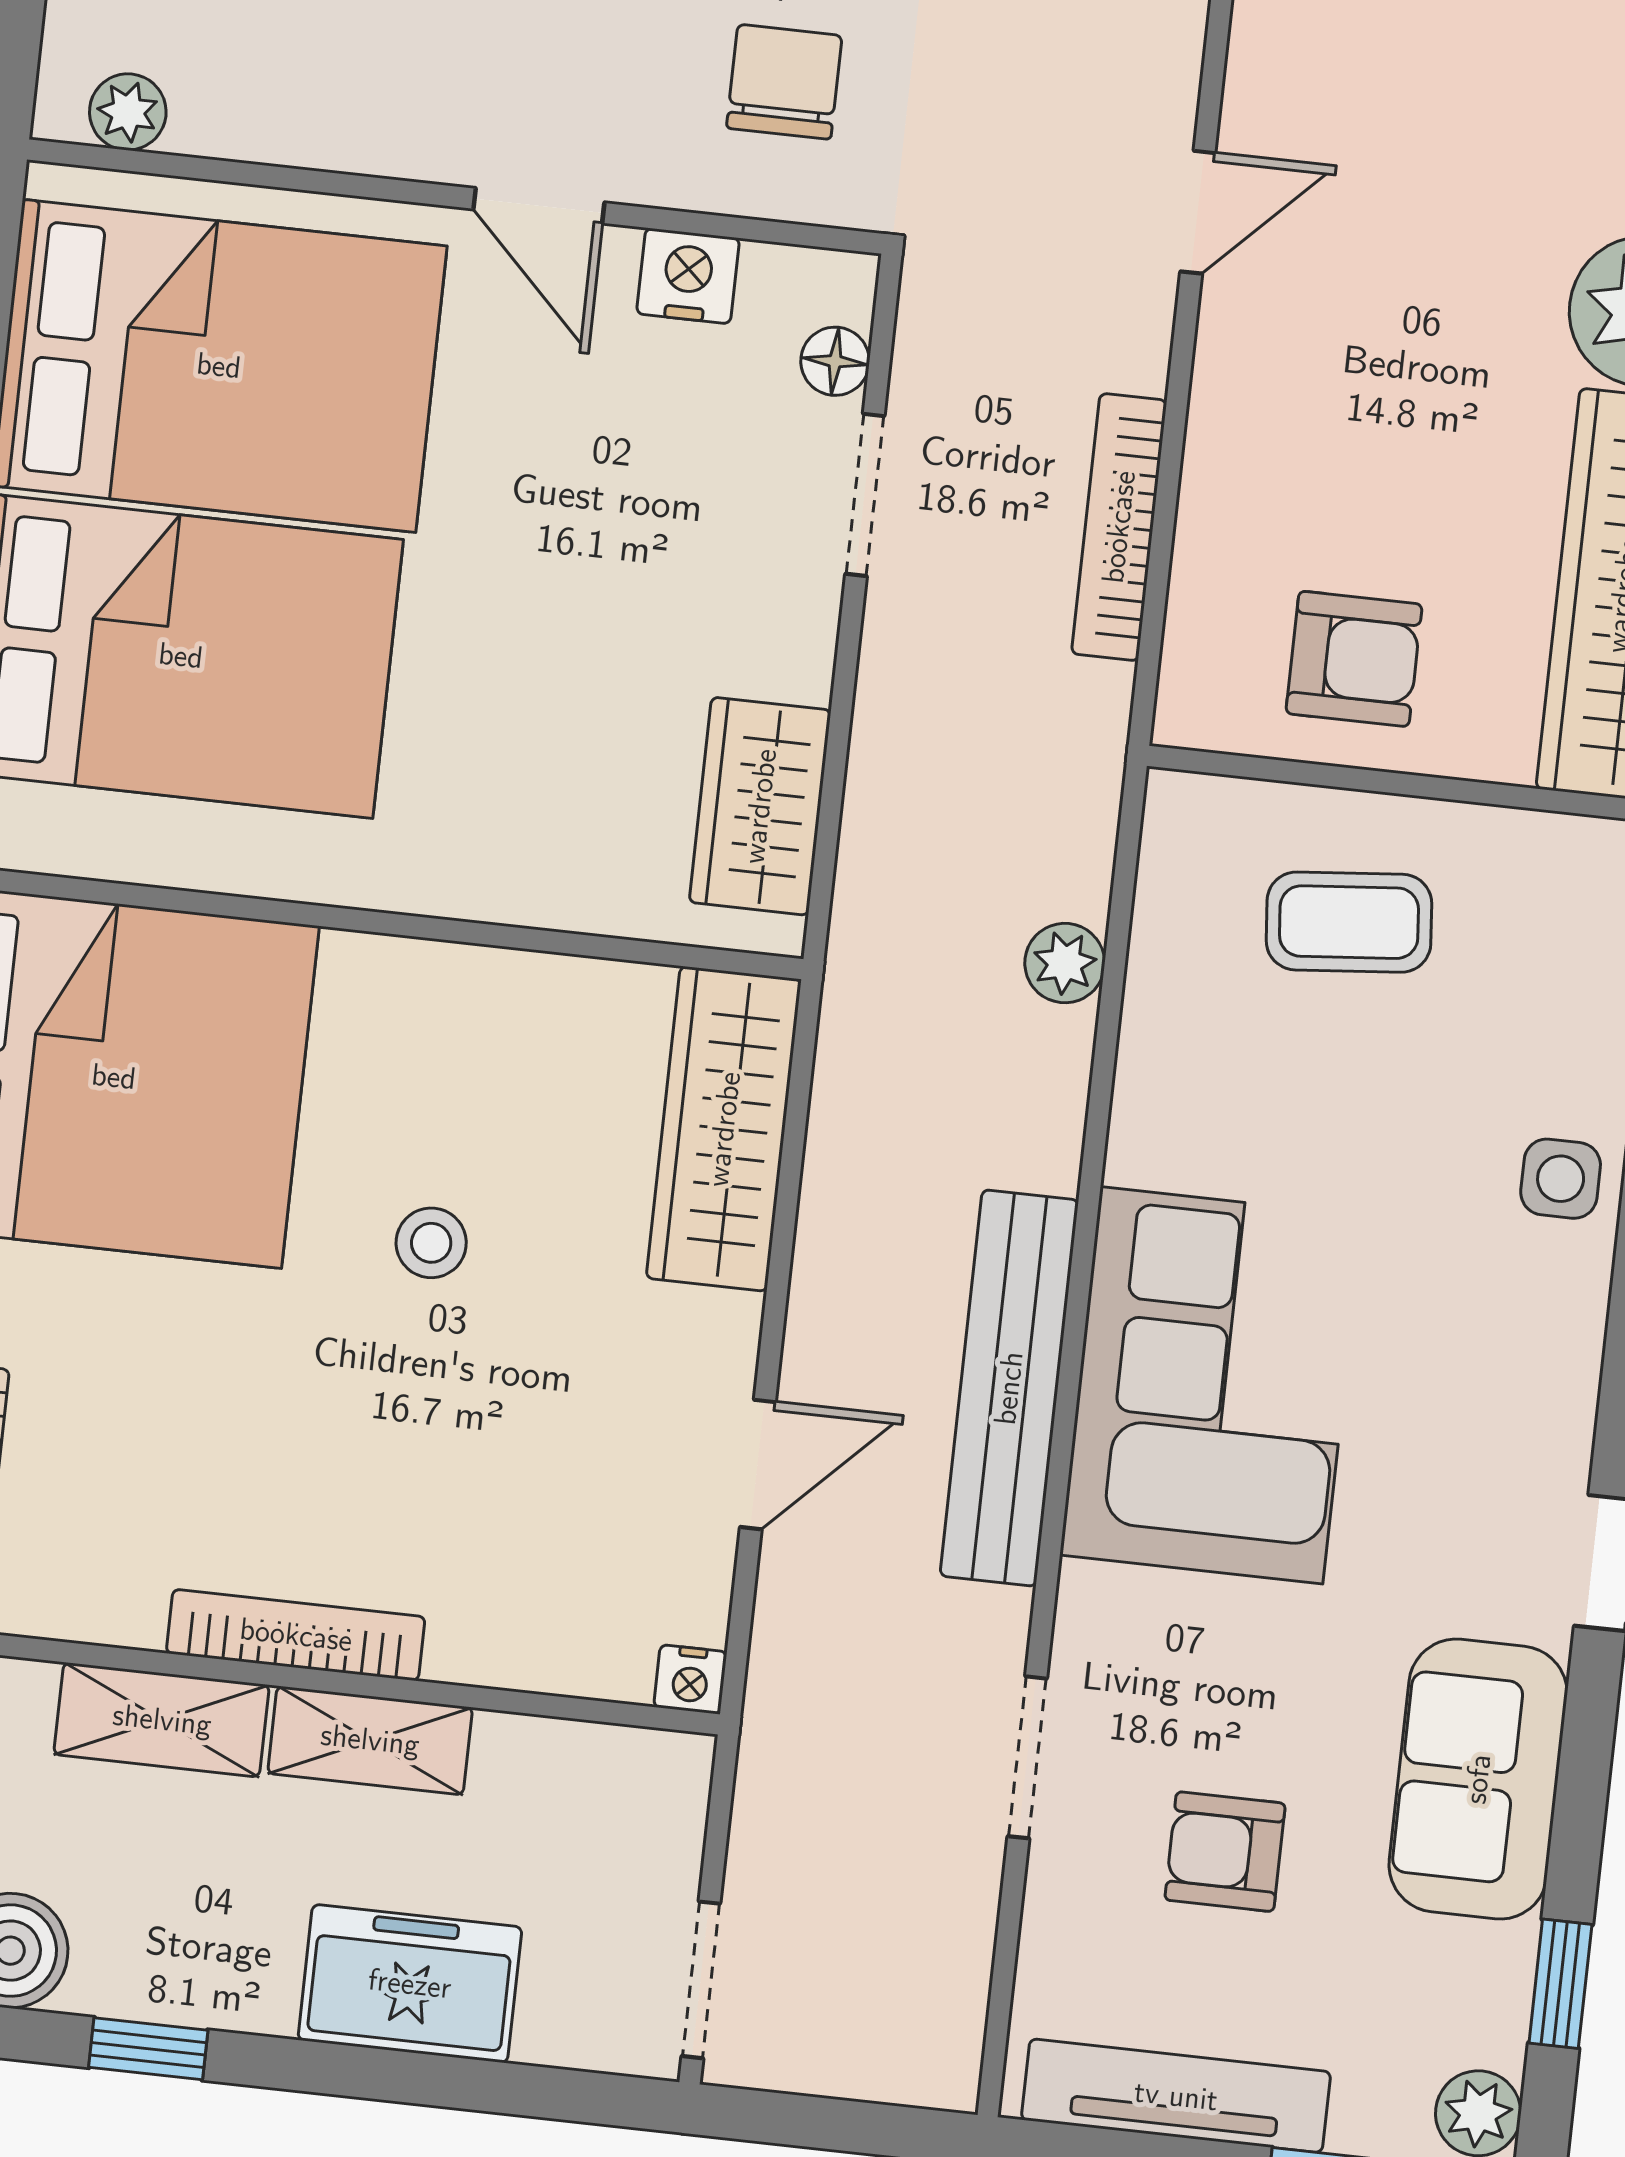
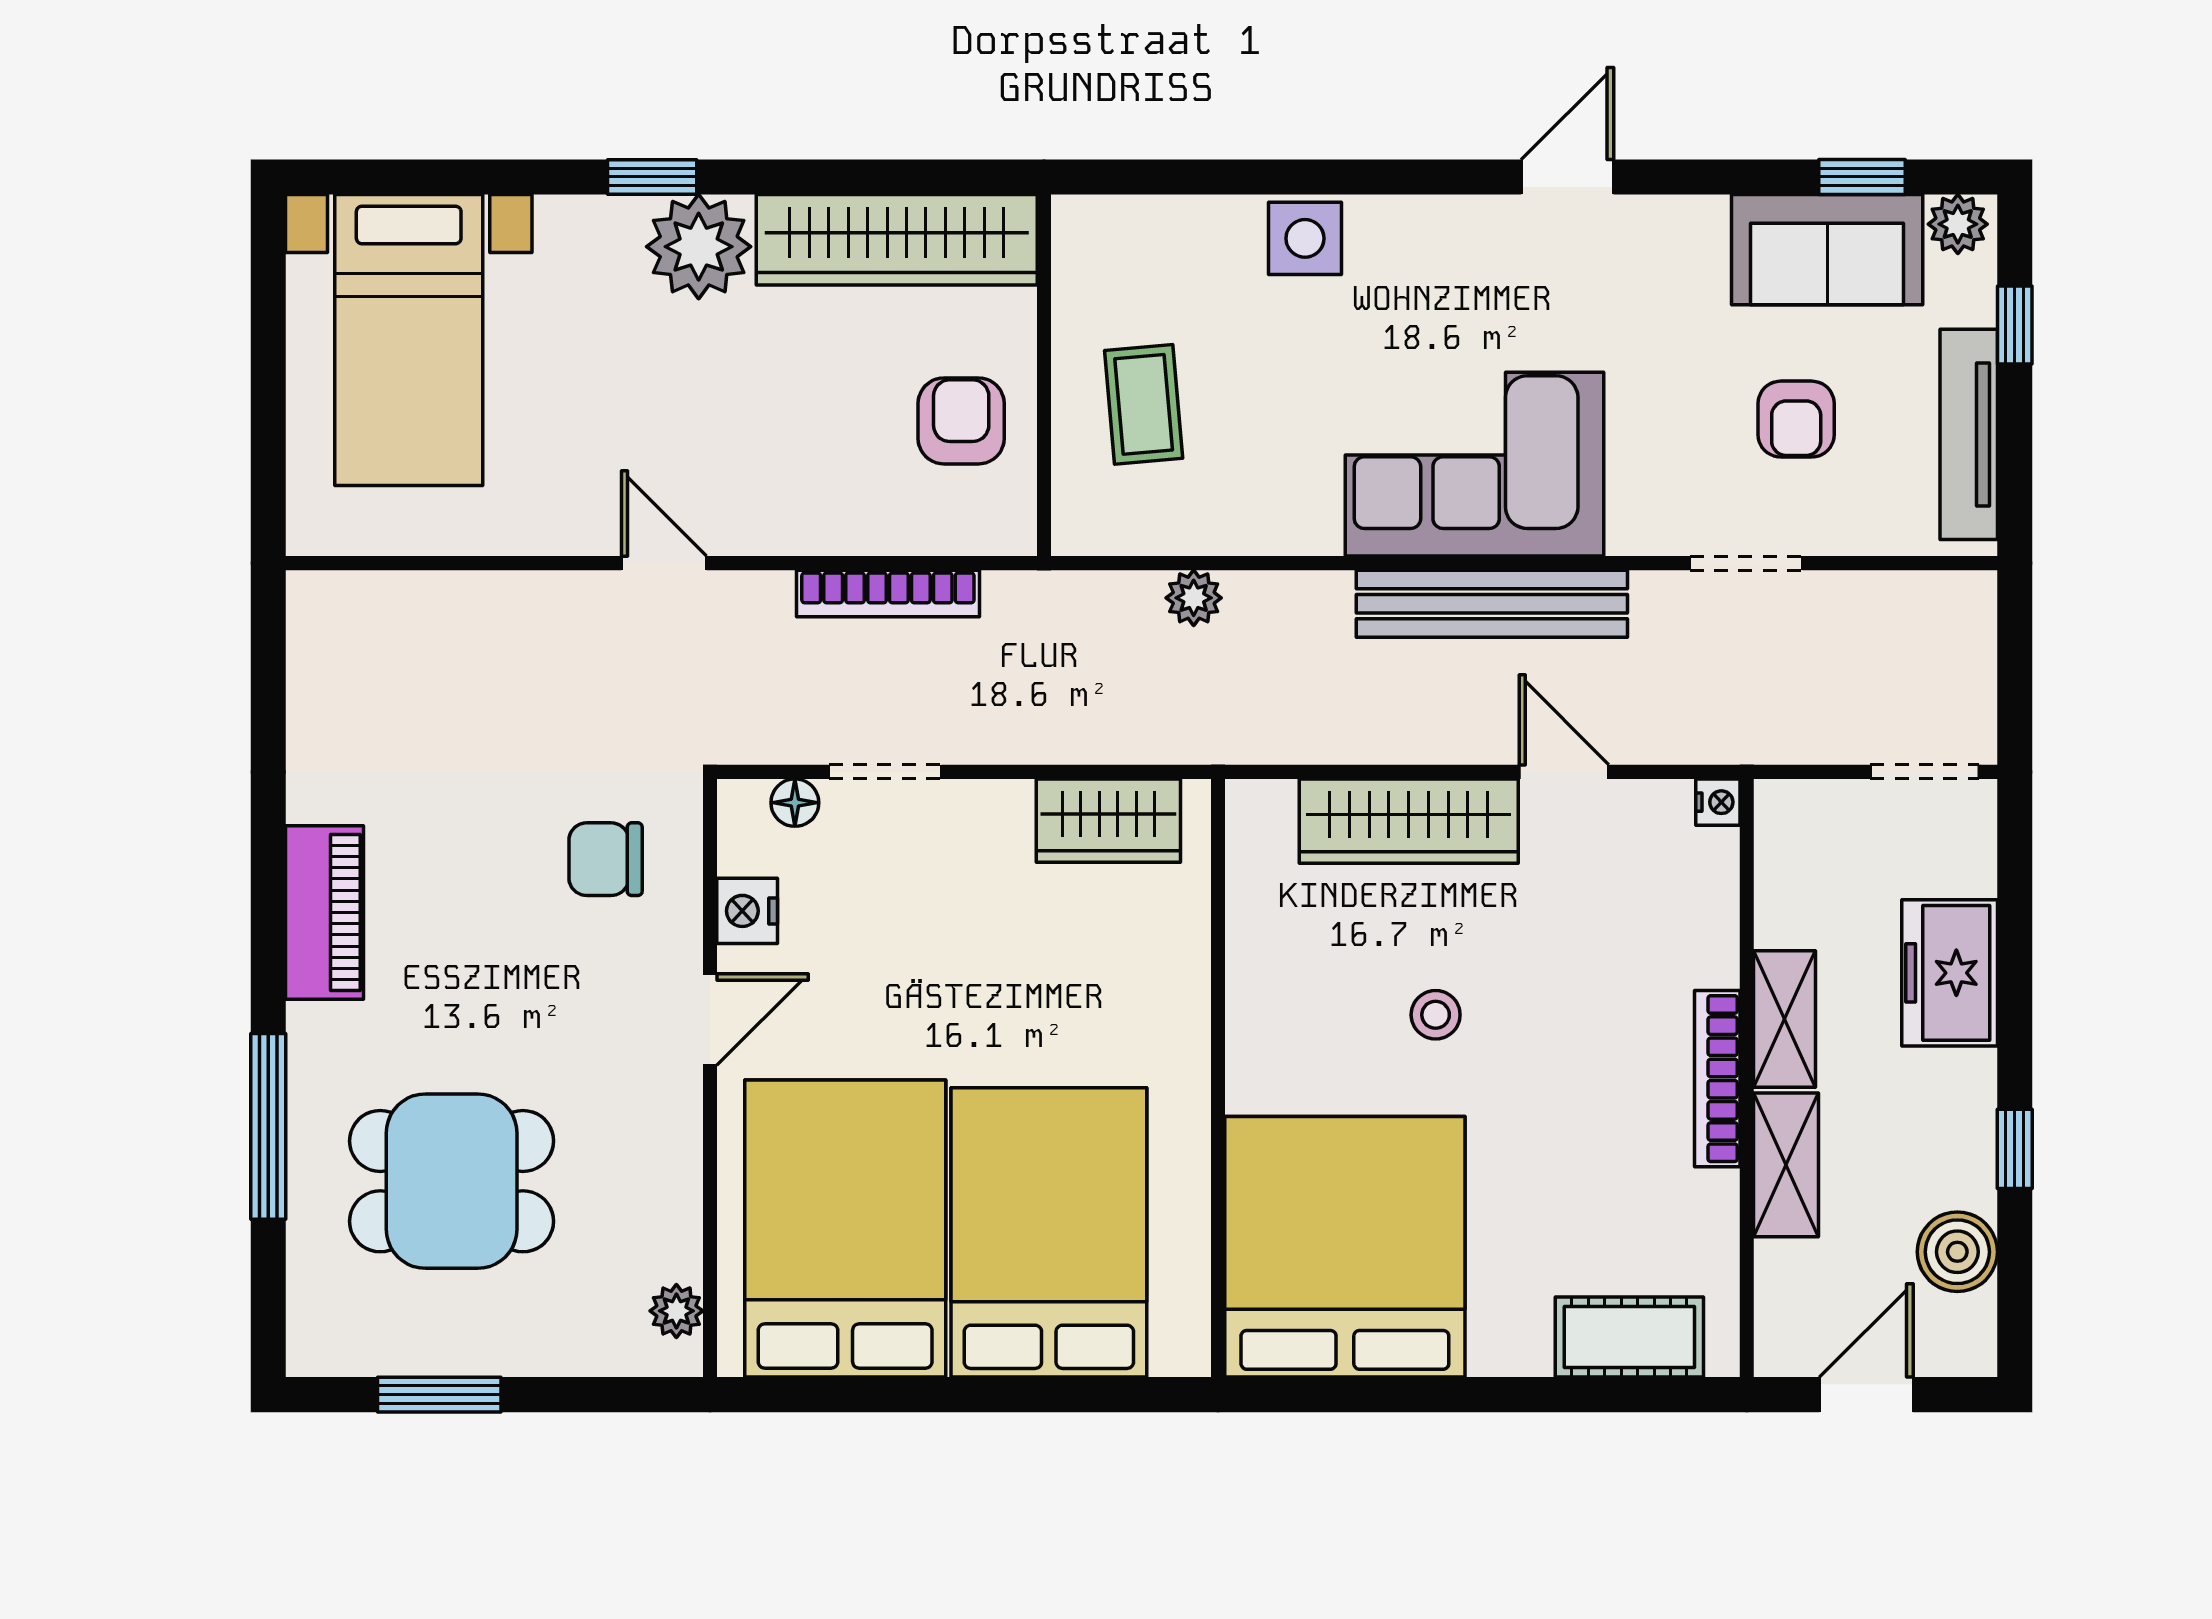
wardrobe: (724, 1129) -> (1409, 821), moved
side table: (1561, 1179) -> (1305, 238), width x1.37, depth x1.37
sofa: (1478, 1779) -> (1827, 250), moved

